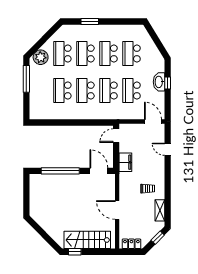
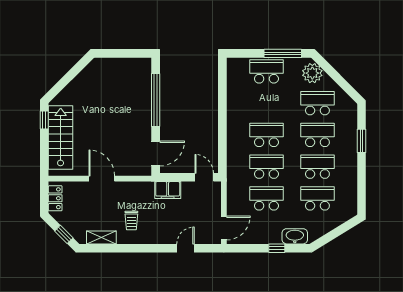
washbasin: (159, 82) -> (295, 236), moved
school desk: (62, 91) -> (266, 71), moved
door: (117, 210) -> (102, 179), hinge flipped

